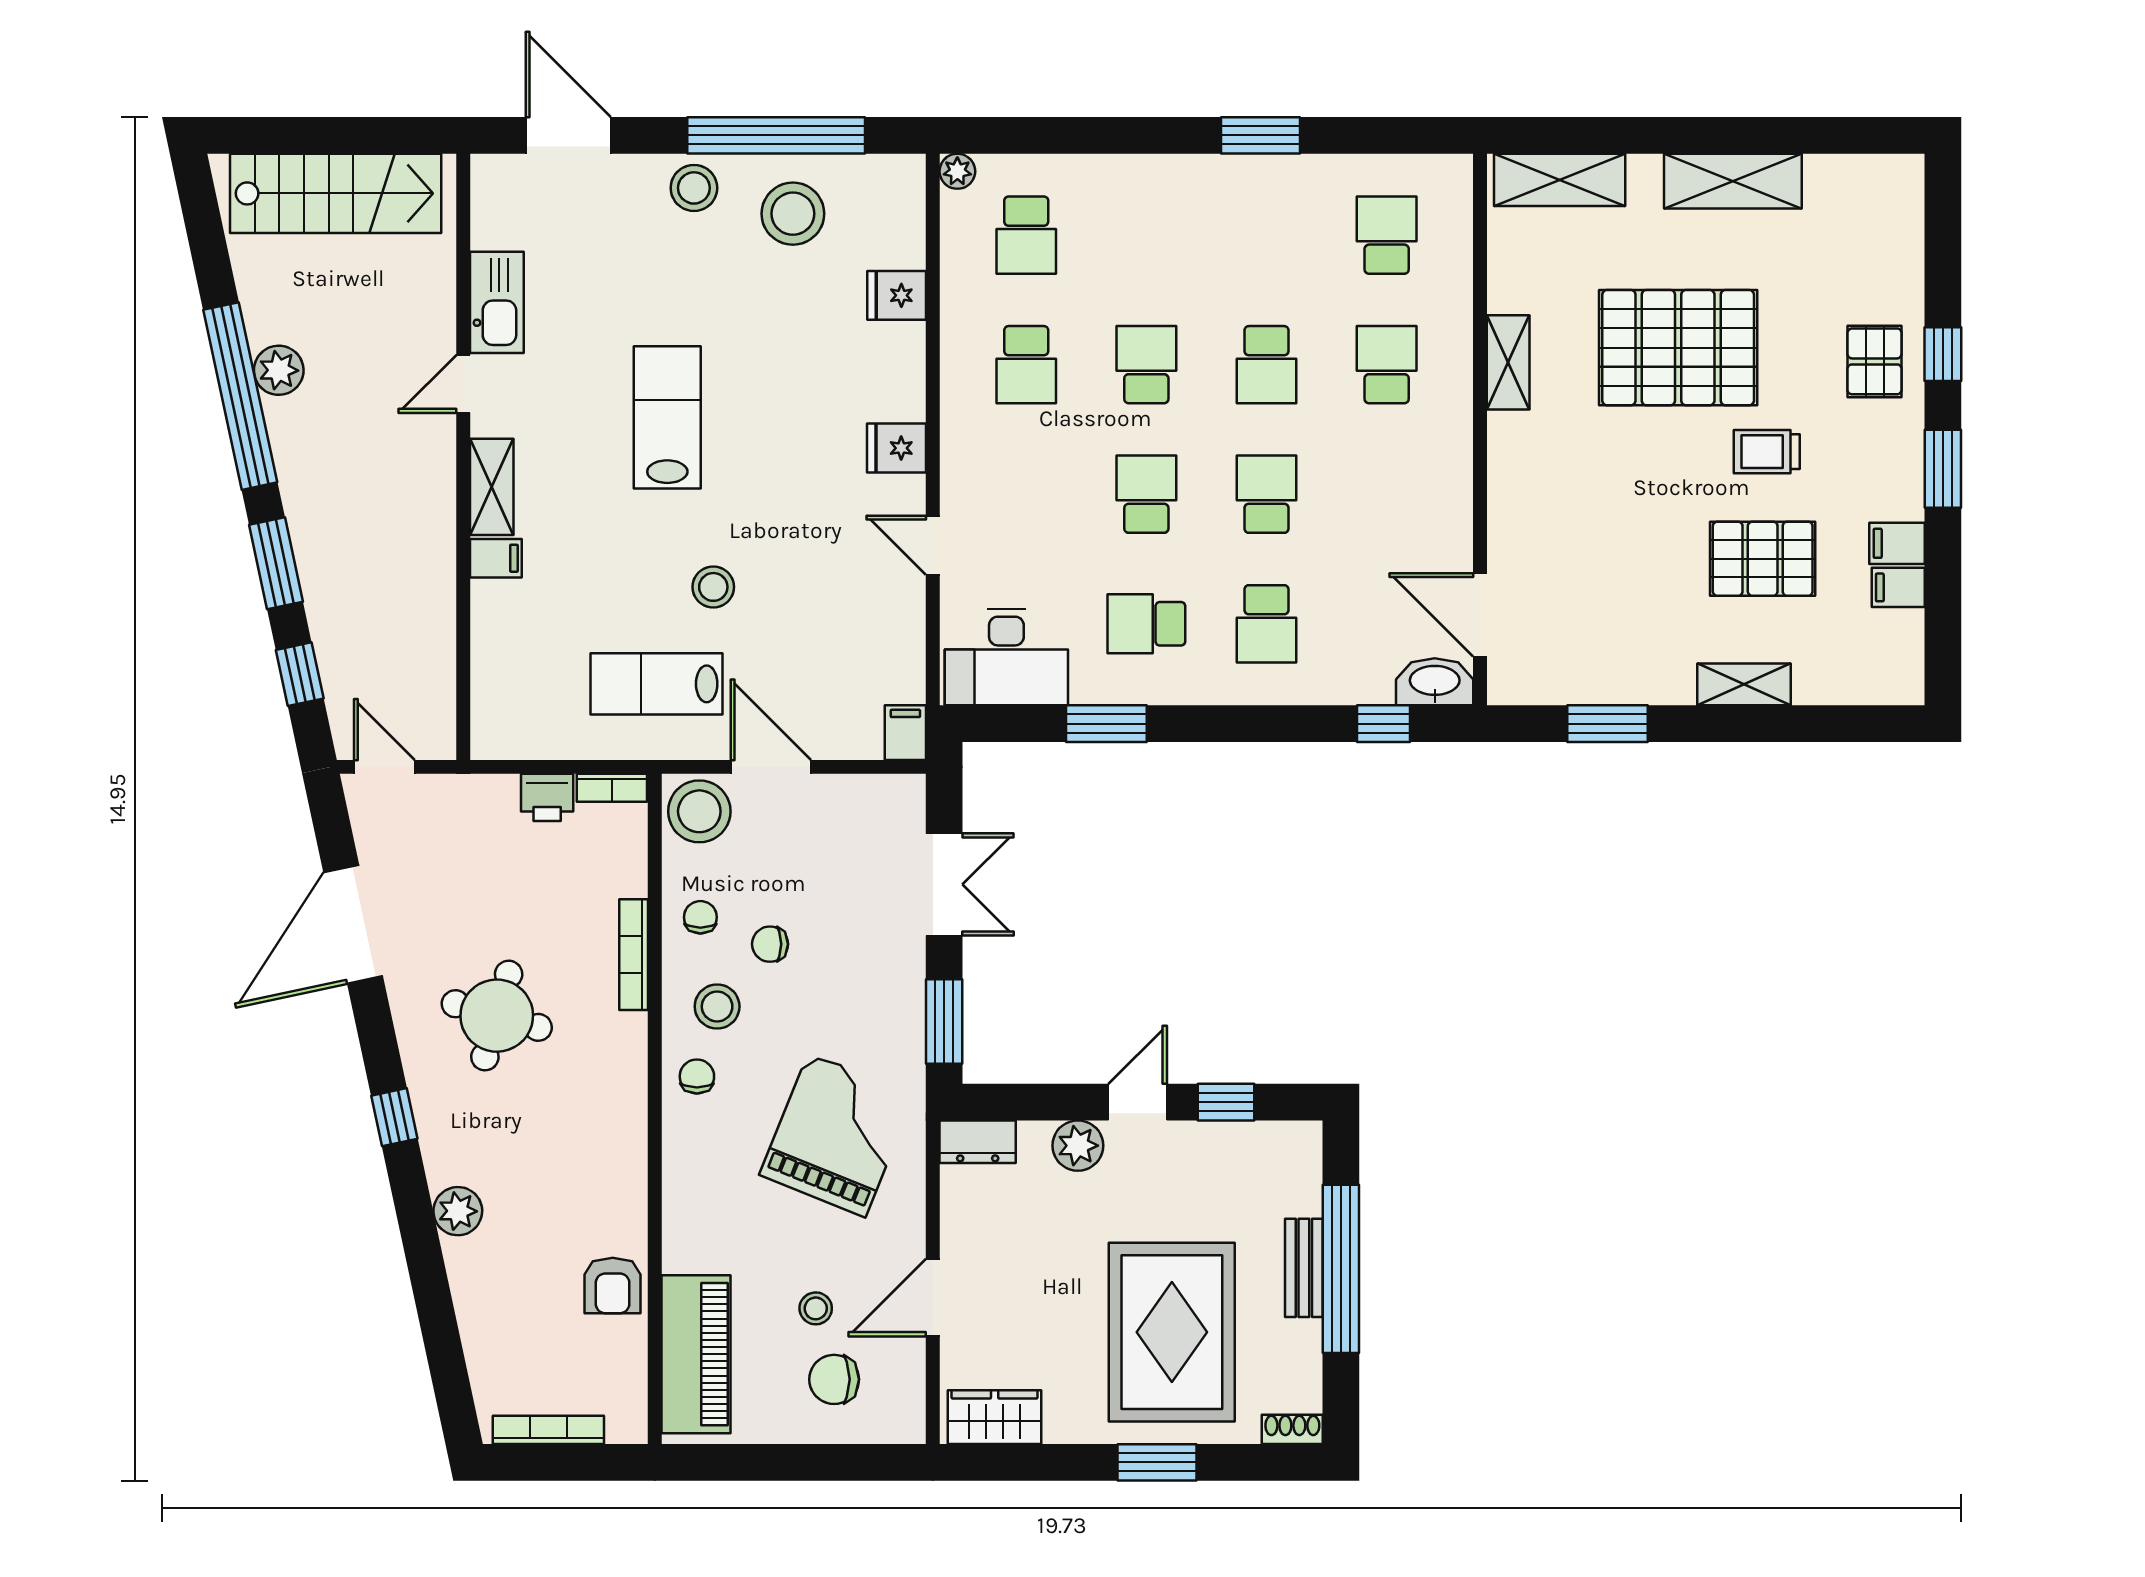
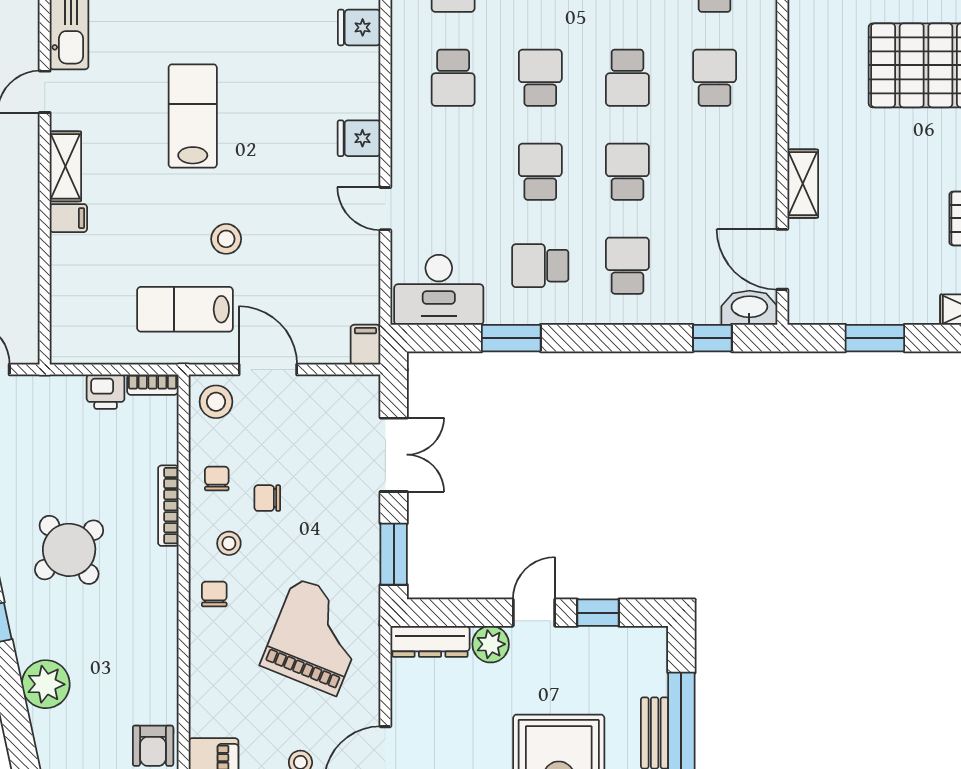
shelving: (1508, 362) -> (803, 184), moved
school desk: (1266, 624) -> (627, 266), turned 180
stool: (699, 811) -> (216, 402), width x0.73, depth x0.73
stool: (717, 1006) -> (229, 543), width x0.73, depth x0.73
round table: (497, 1016) -> (69, 550), turned 35
dresser: (978, 1142) -> (430, 641), width x1.44
plant: (458, 1211) -> (46, 684), width x1.36, depth x1.36

